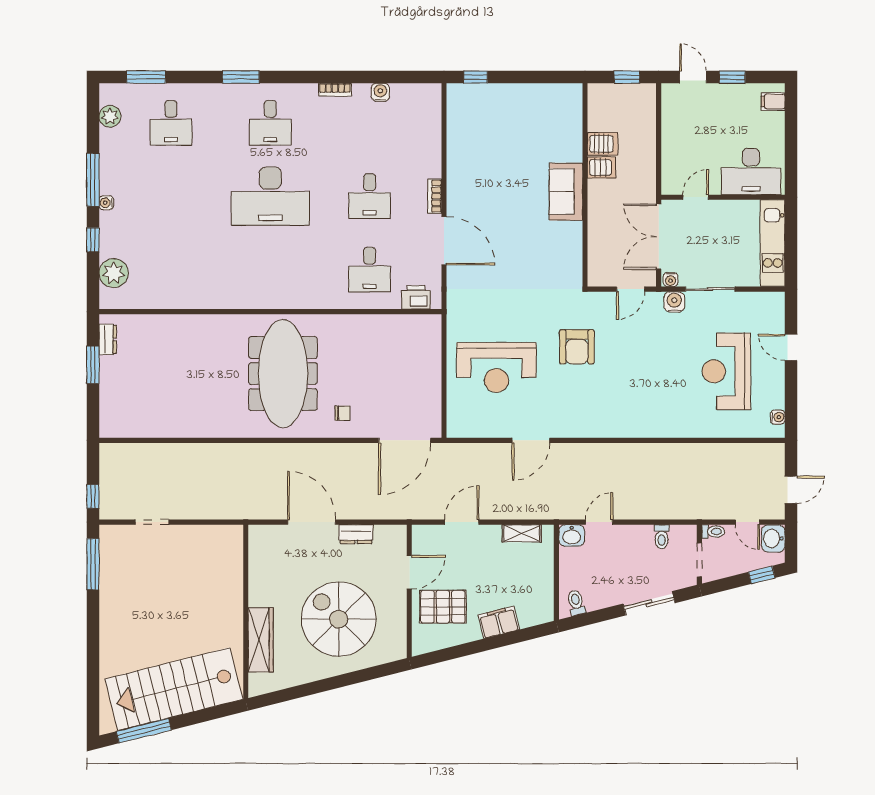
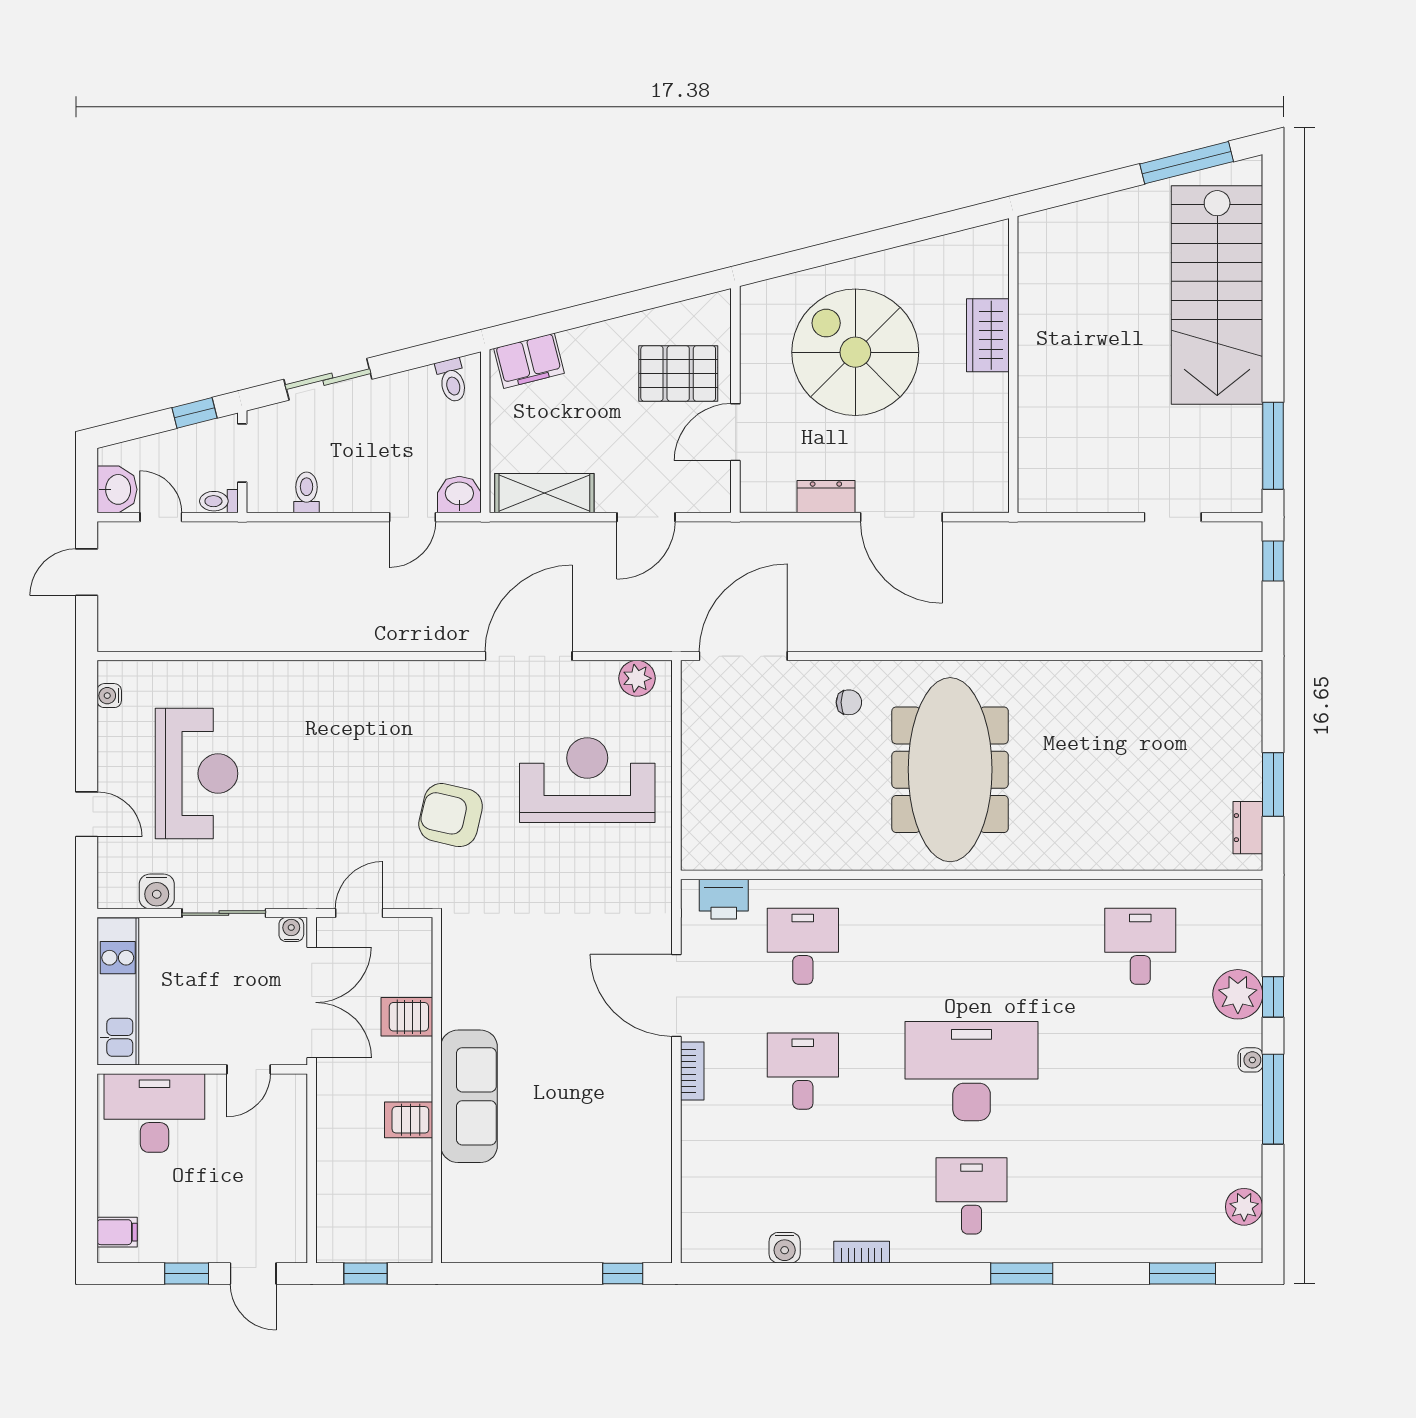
desk: (171, 123) -> (1140, 946), moved
server rack: (603, 144) -> (407, 1017), moved
sofa: (566, 192) -> (469, 1096), width x1.36
plant: (114, 273) -> (1238, 994), moved
water cooler: (674, 302) -> (157, 891), moved
armchair: (577, 347) -> (451, 815), turned -77
chair: (342, 413) -> (849, 702), turned 180
plant: (467, 427) -> (637, 678), added
door: (531, 440) -> (529, 656), width x1.36
shelving: (522, 533) -> (544, 493), width x1.50, depth x1.33
window: (762, 575) -> (194, 413), moved
spiral stairs: (339, 619) -> (855, 352), turned 180
filing cabinet: (499, 622) -> (529, 361), moved
wardrobe: (261, 640) -> (988, 335), width x0.67
stairs: (174, 689) -> (1217, 295), moved, turned 104

